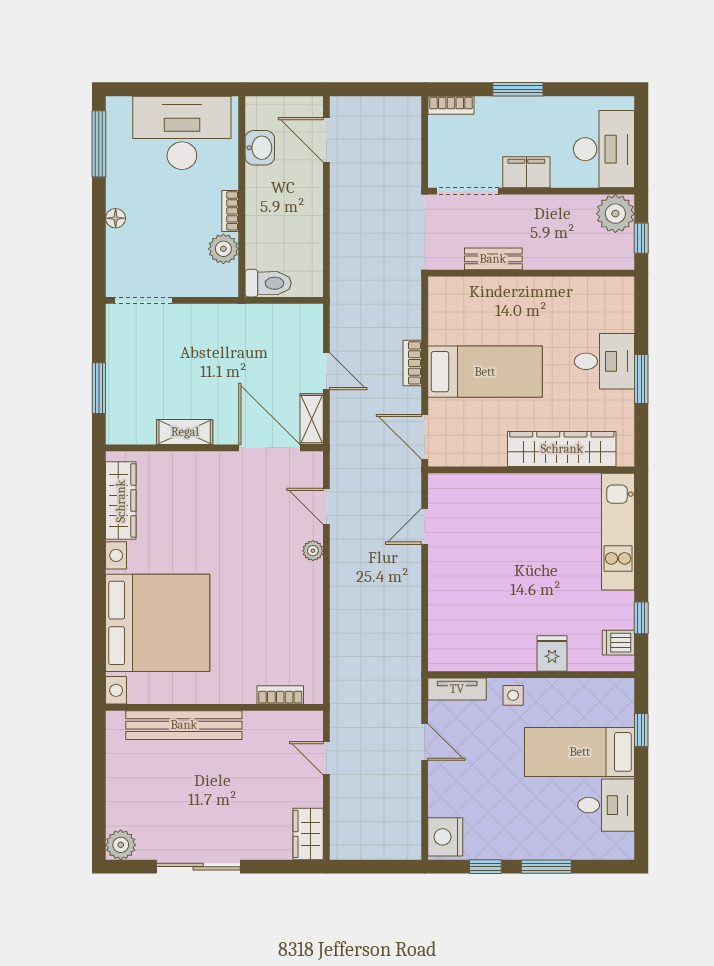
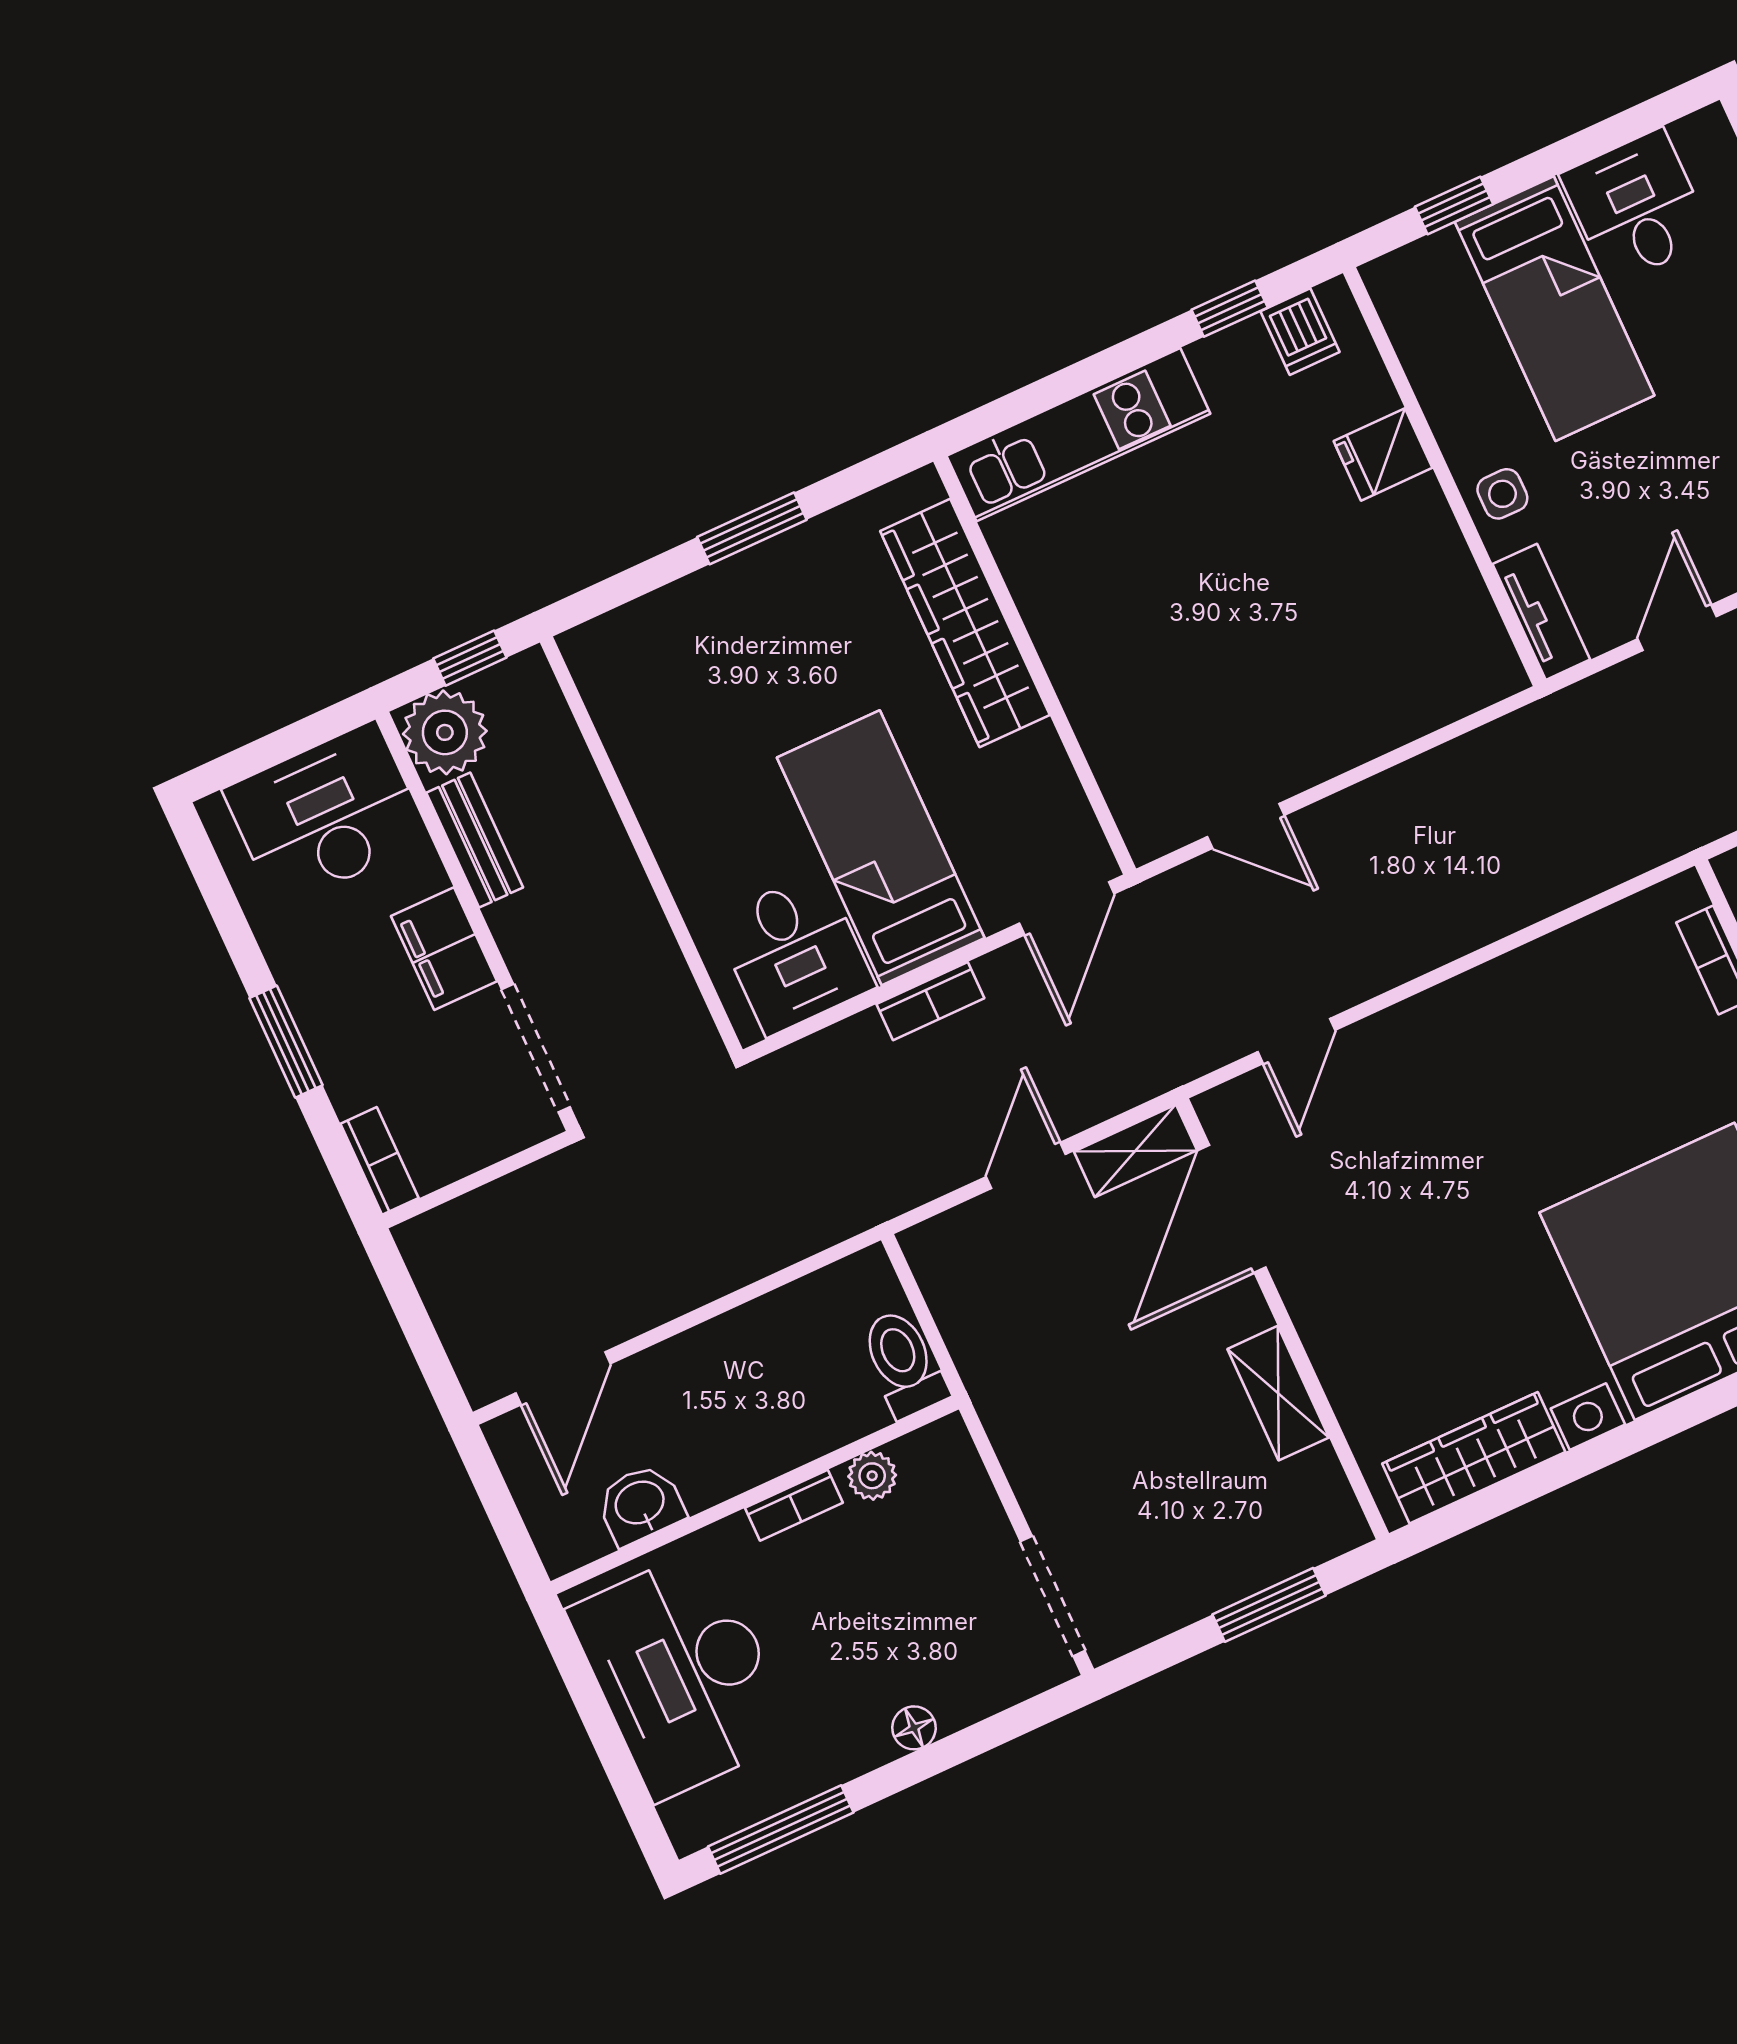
plant: (223, 249) -> (872, 1476), width x0.73, depth x0.73
bench: (493, 259) -> (475, 840), moved
desk: (604, 361) -> (794, 953), moved, turned 180
plant: (313, 551) -> (1397, 1027), removed

